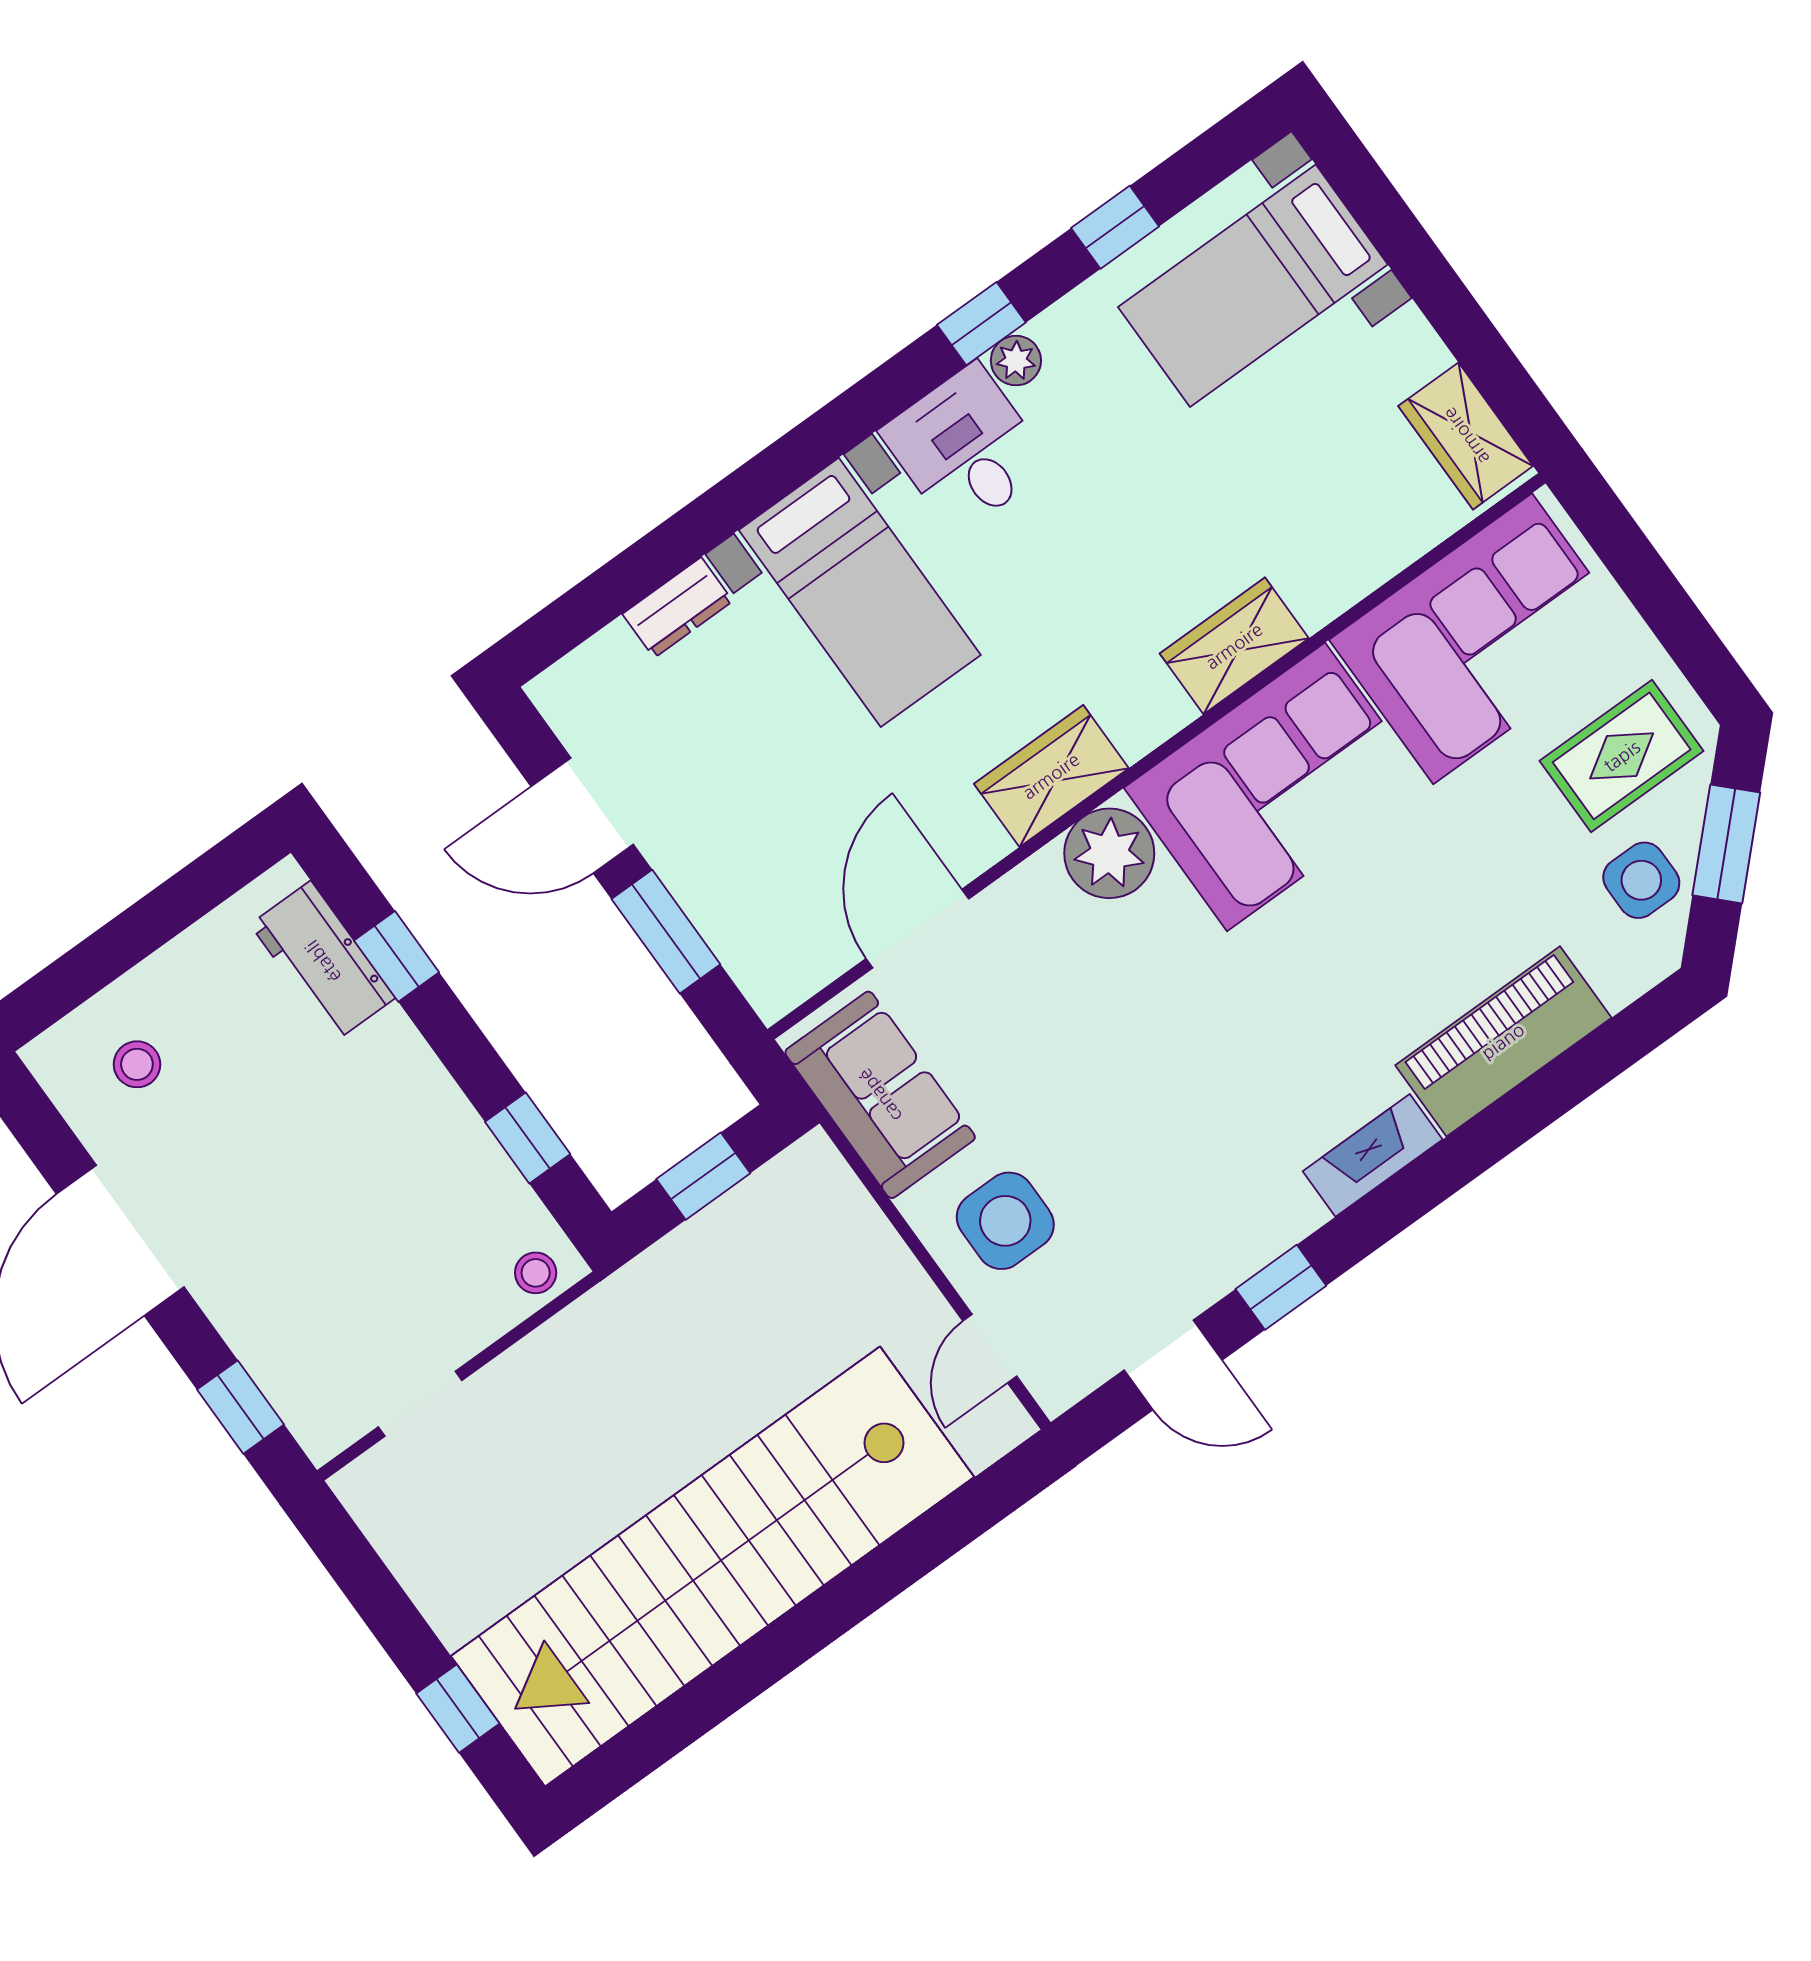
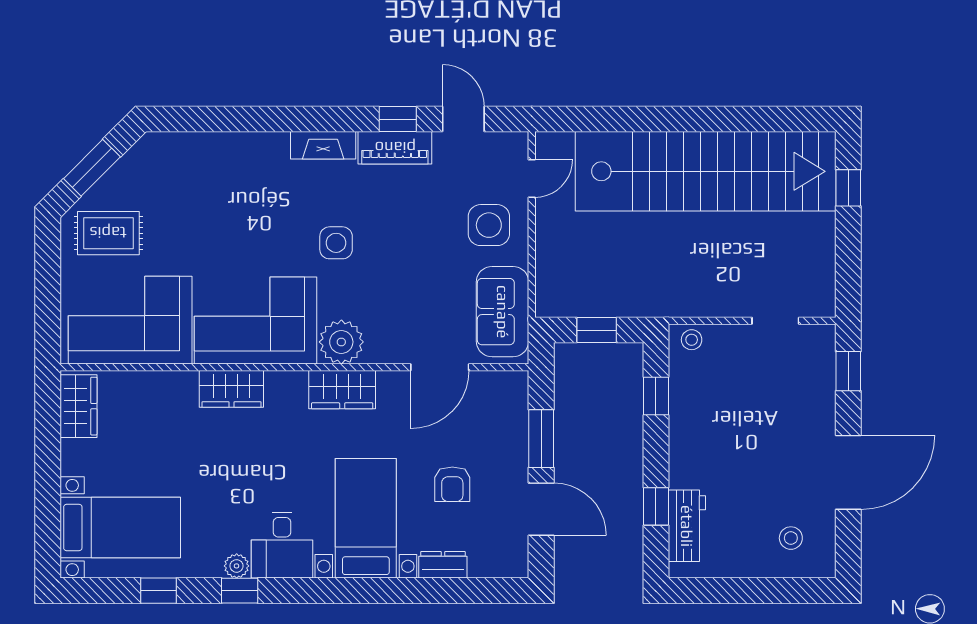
armchair: (758, 751) -> (452, 484), added
side table: (1641, 880) -> (336, 243), moved
piano: (1503, 1041) -> (395, 148), moved, width x0.73, depth x0.75

